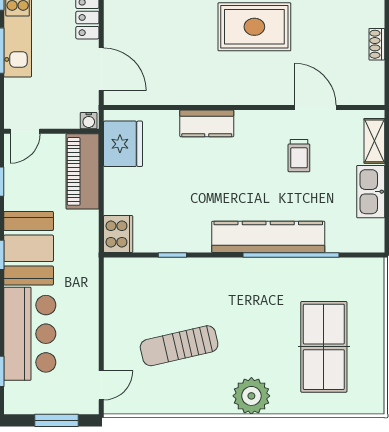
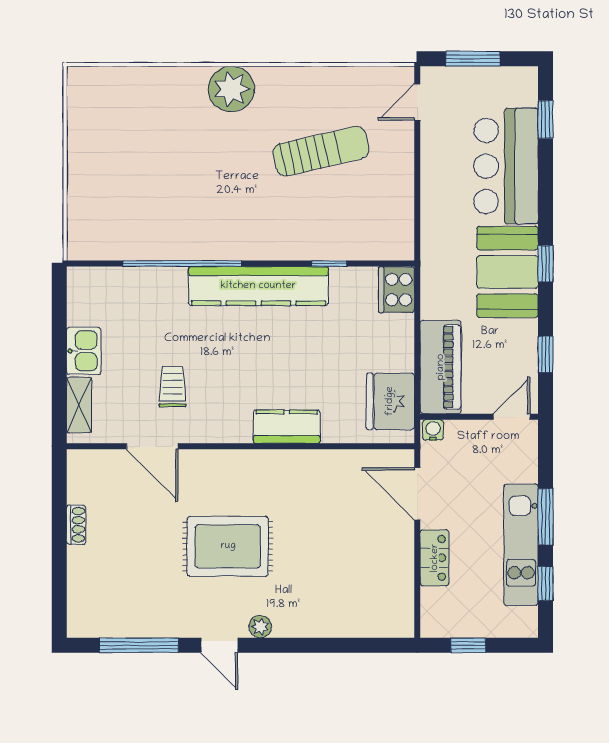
kitchen sink: (371, 192) -> (84, 351), width x0.73
kitchen counter: (268, 237) -> (258, 286), moved
table tennis table: (324, 347) -> (142, 150), removed

